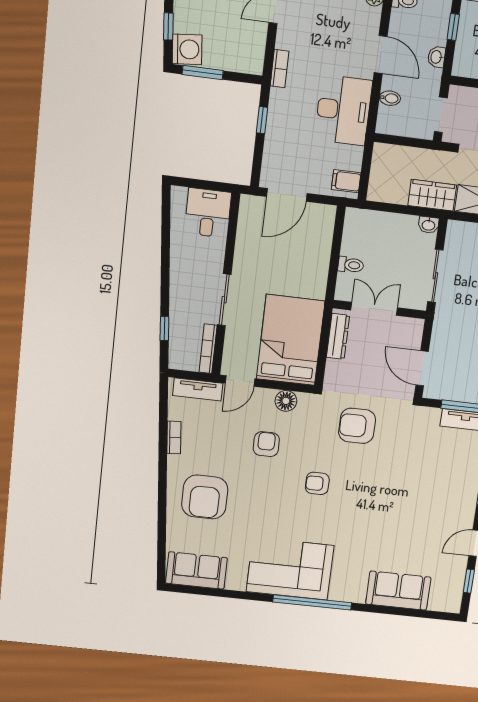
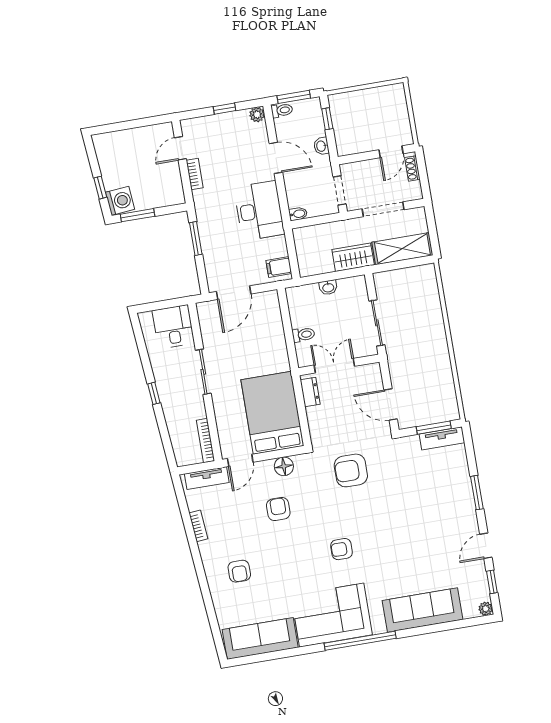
bookcase: (280, 69) -> (195, 174), moved
bidet: (390, 98) -> (298, 214), moved
window: (262, 120) -> (196, 239), width x1.50
washbasin: (428, 225) -> (328, 287), moved
sliding door: (224, 300) -> (203, 372), moved
window: (164, 328) -> (154, 393), moved
dresser: (338, 336) -> (310, 392), width x0.70
armchair: (317, 483) -> (342, 549), moved
armchair: (205, 497) -> (239, 571), width x0.53, depth x0.53
sofa: (196, 571) -> (260, 638), width x1.36
sofa: (398, 591) -> (423, 610), width x1.36
plant: (453, 606) -> (486, 609), added

